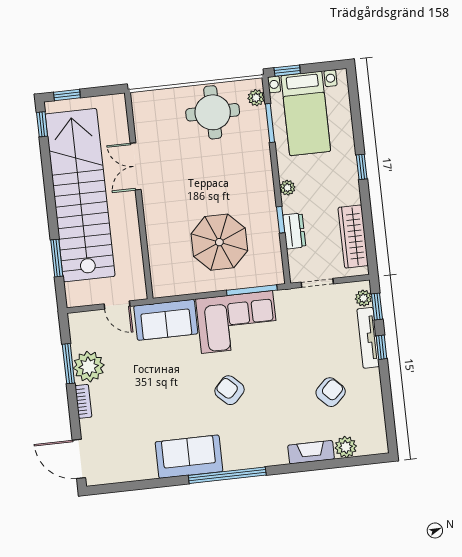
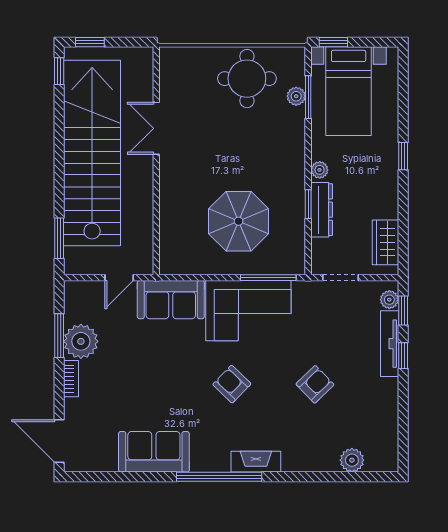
plant: (256, 98) -> (296, 96), moved
dresser: (294, 231) -> (322, 210), width x1.44
wardrobe: (353, 237) -> (385, 242), width x0.67
window: (57, 258) -> (59, 238), moved
door: (117, 305) -> (119, 278), hinge flipped
armchair: (331, 392) -> (315, 384), moved
fireplace: (311, 452) -> (256, 462), moved
sofa: (189, 457) -> (154, 452), moved

